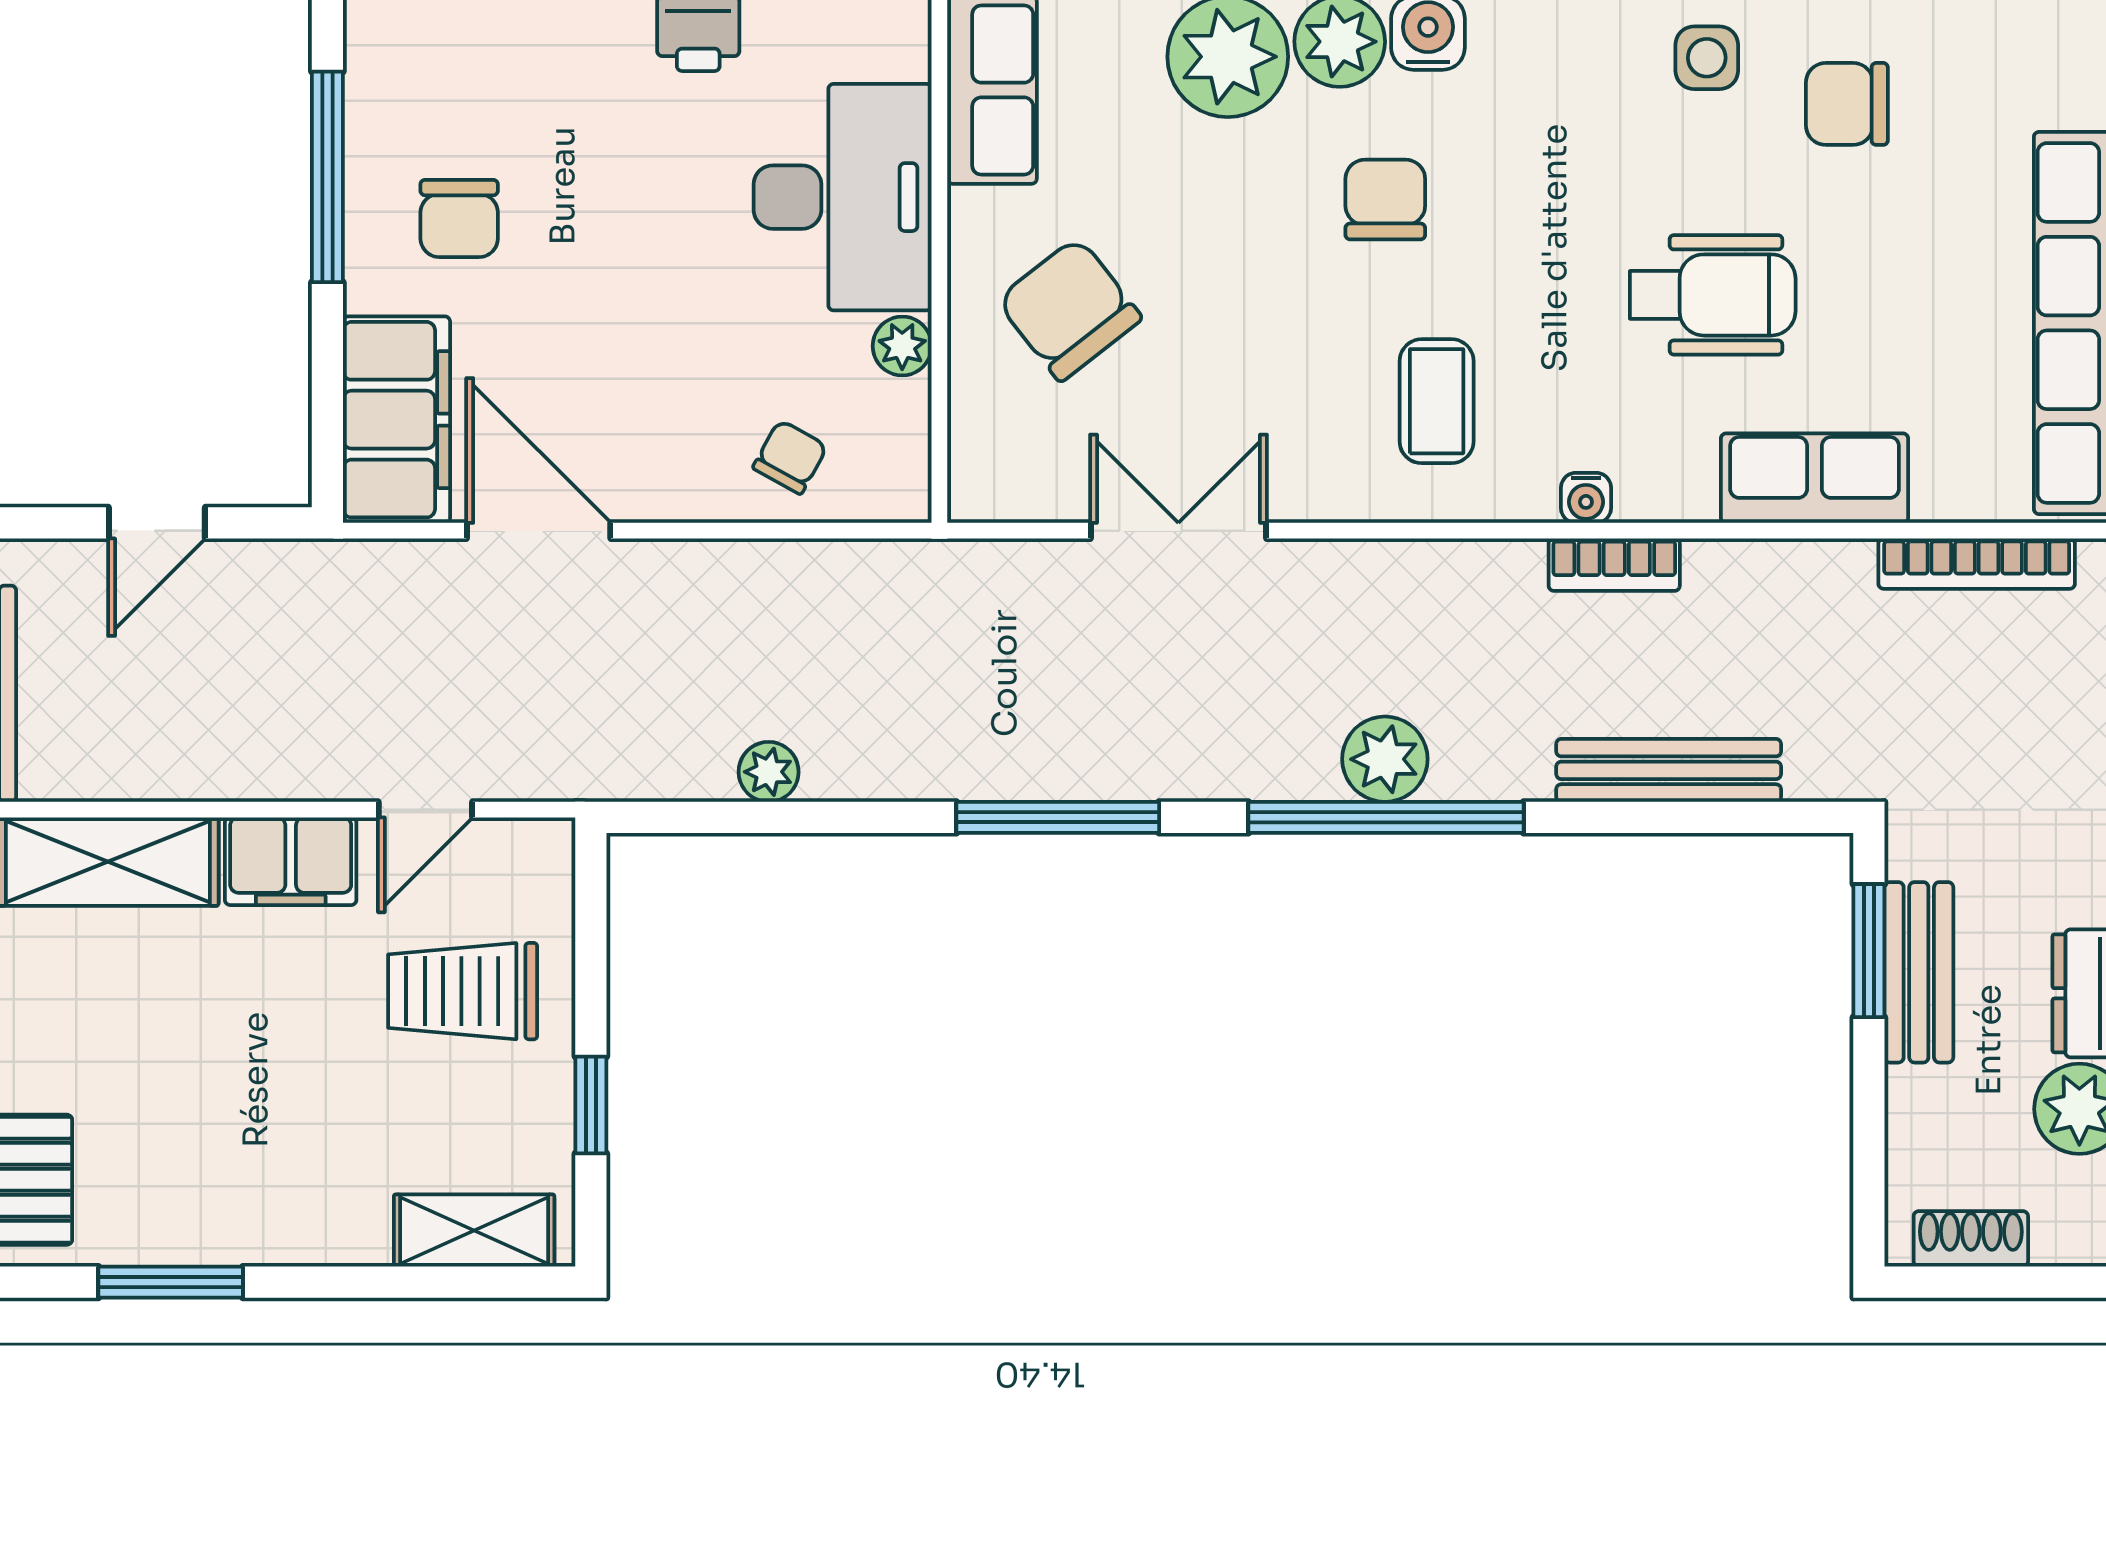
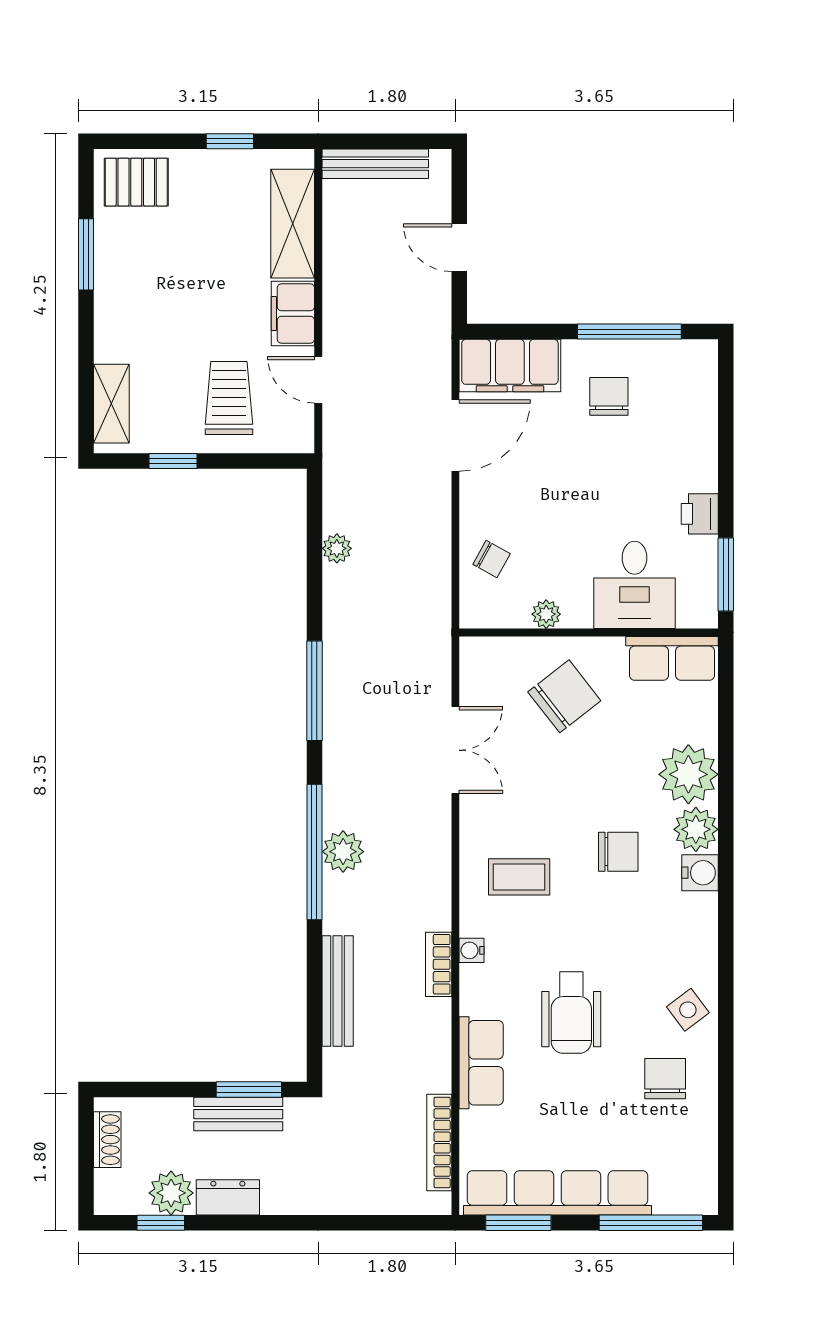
side table: (1707, 58) -> (688, 1010), turned -37
desk: (843, 197) -> (634, 585), width x0.73
chair: (459, 218) -> (609, 396), turned 90

